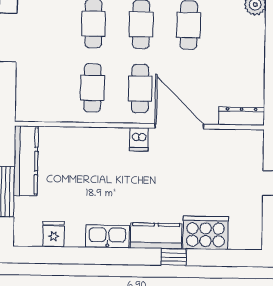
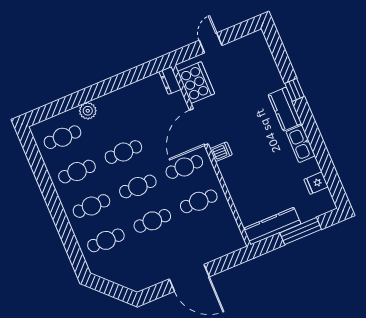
dresser: (242, 116) -> (170, 80), width x0.70
cooker: (206, 233) -> (196, 83), moved, turned 180

